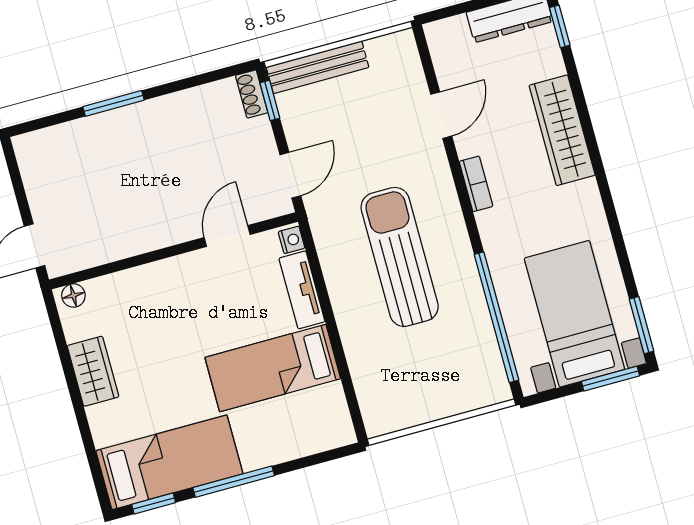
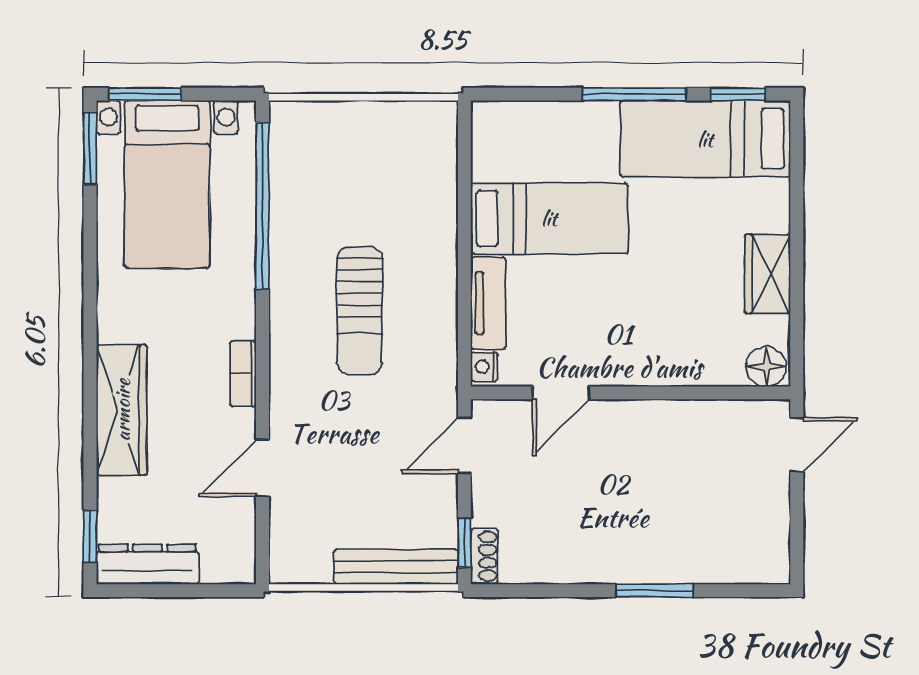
sun lounger: (400, 257) -> (360, 311), width x0.73, depth x0.75
floor lamp: (73, 295) -> (766, 366), width x1.37, depth x1.37

